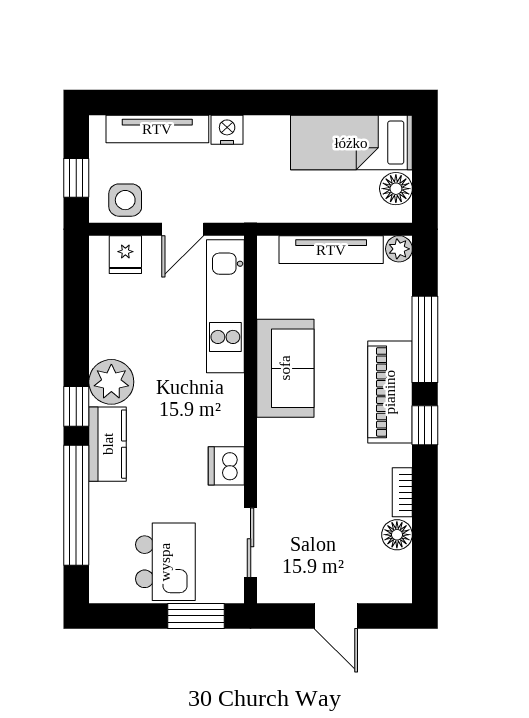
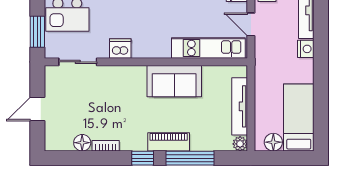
piano: (390, 392) -> (169, 142), width x0.73, depth x0.75

